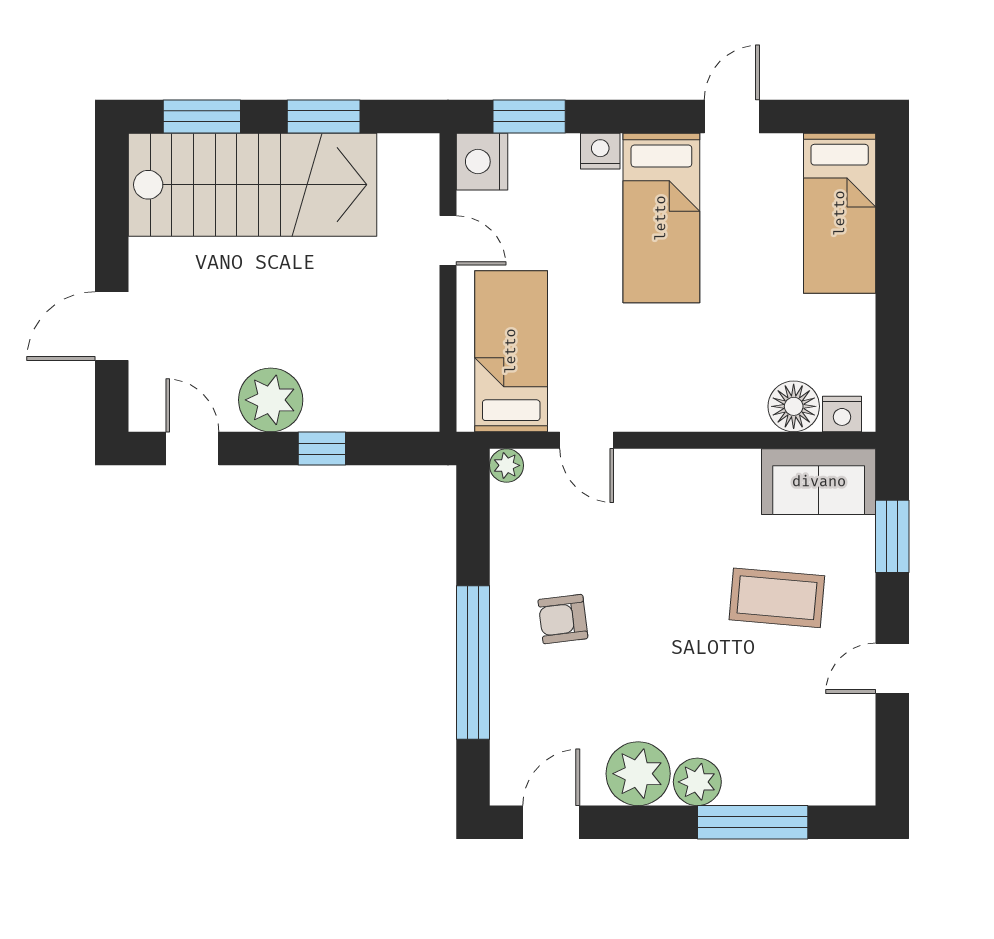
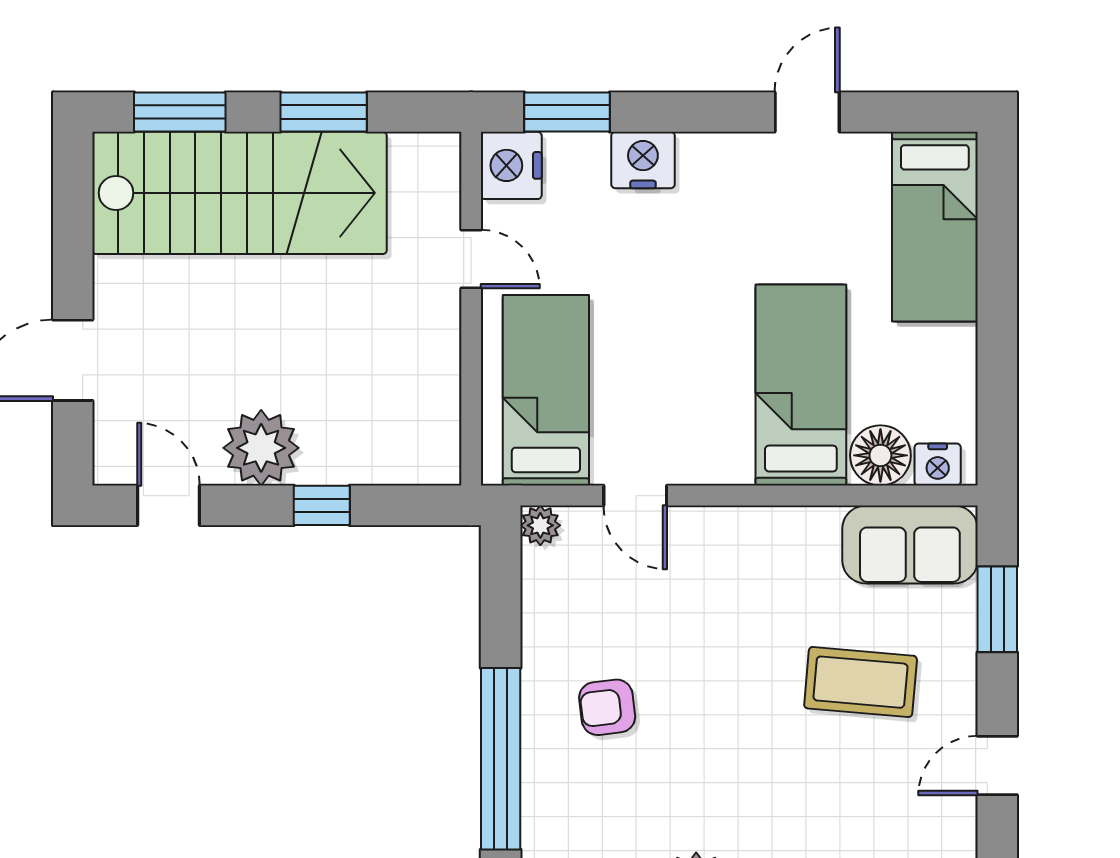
nightstand: (600, 151) -> (643, 160), width x1.36, depth x1.33
bed: (661, 218) -> (801, 385), moved, turned 180

